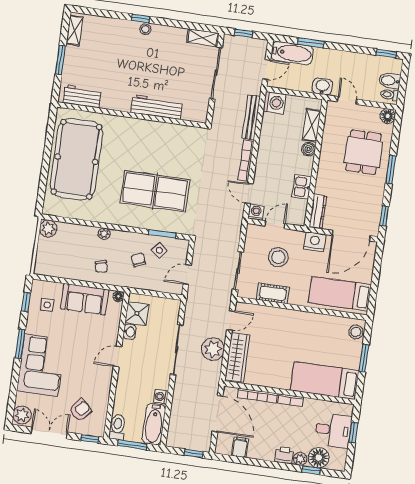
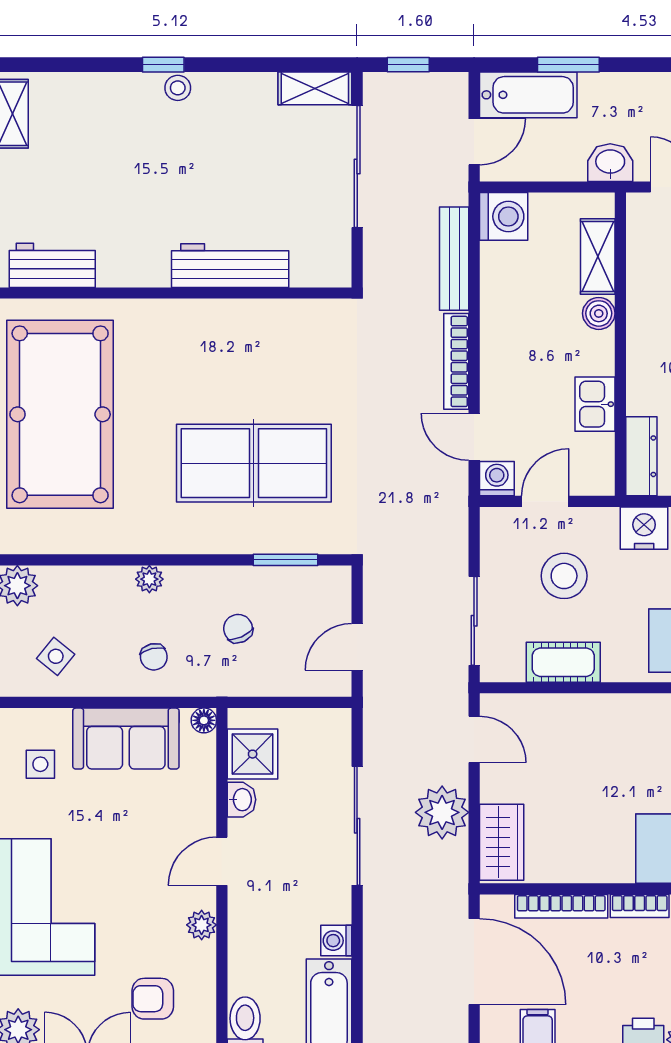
side table: (159, 250) -> (56, 656), moved
door: (231, 320) -> (474, 739), hinge flipped
wardrobe: (237, 357) -> (502, 842), width x0.67
plant: (105, 382) -> (202, 925), added
armchair: (80, 410) -> (153, 999), turned -131

